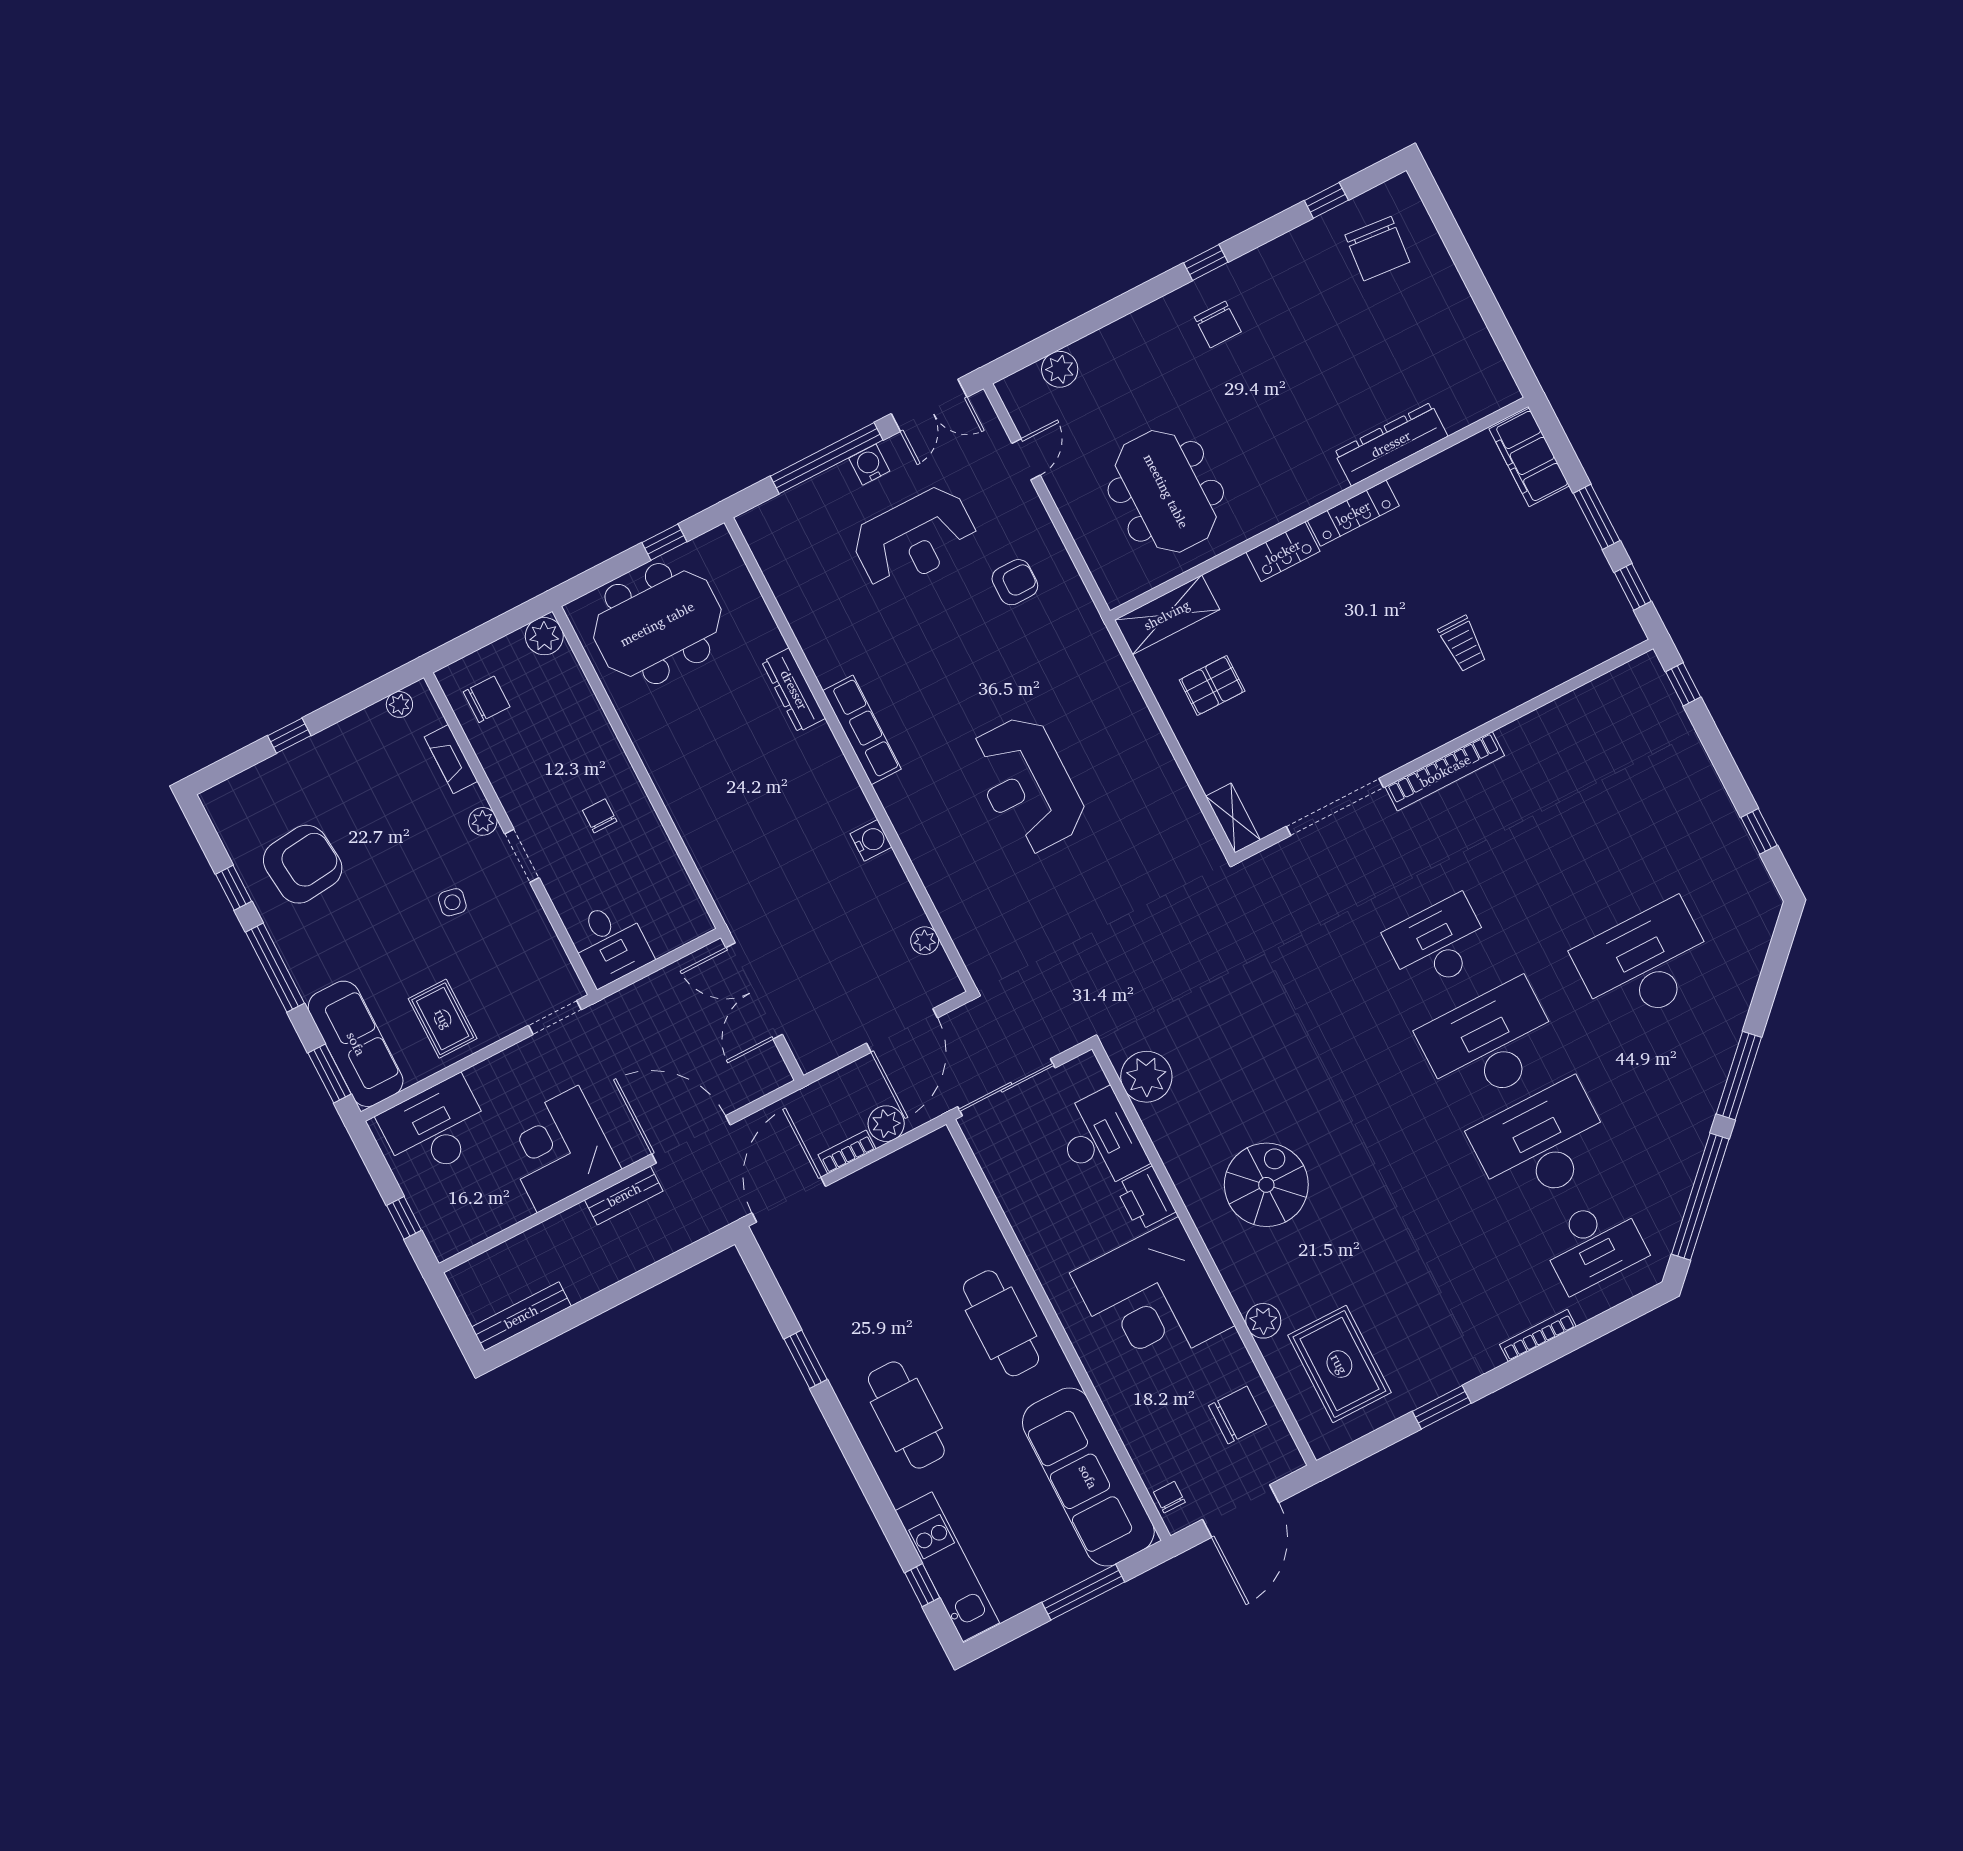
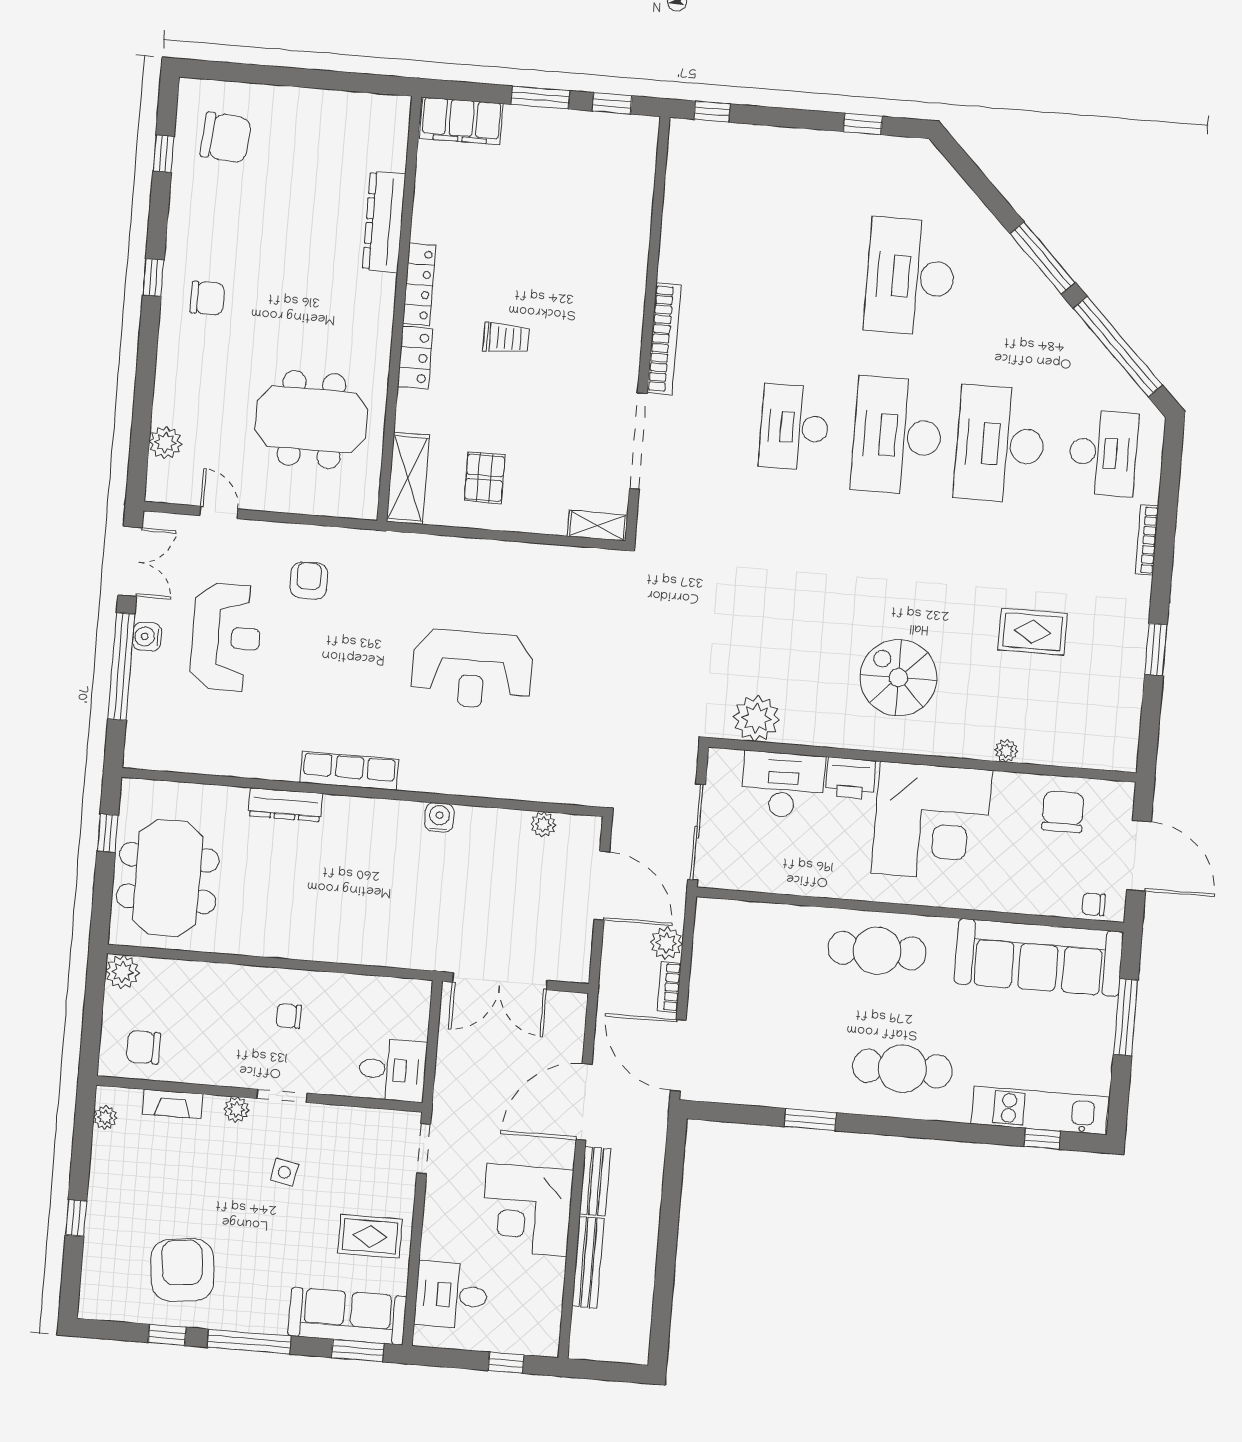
trolley: (1463, 644) -> (506, 338), moved
chair: (487, 699) -> (143, 1047), turned -90
desk: (435, 1128) -> (451, 1295), width x0.73
bench: (521, 1317) -> (588, 1262), moved
plant: (1263, 1321) -> (1006, 751), width x0.73, depth x0.73
rug: (1339, 1364) -> (1033, 632), moved, width x0.73, depth x0.70

